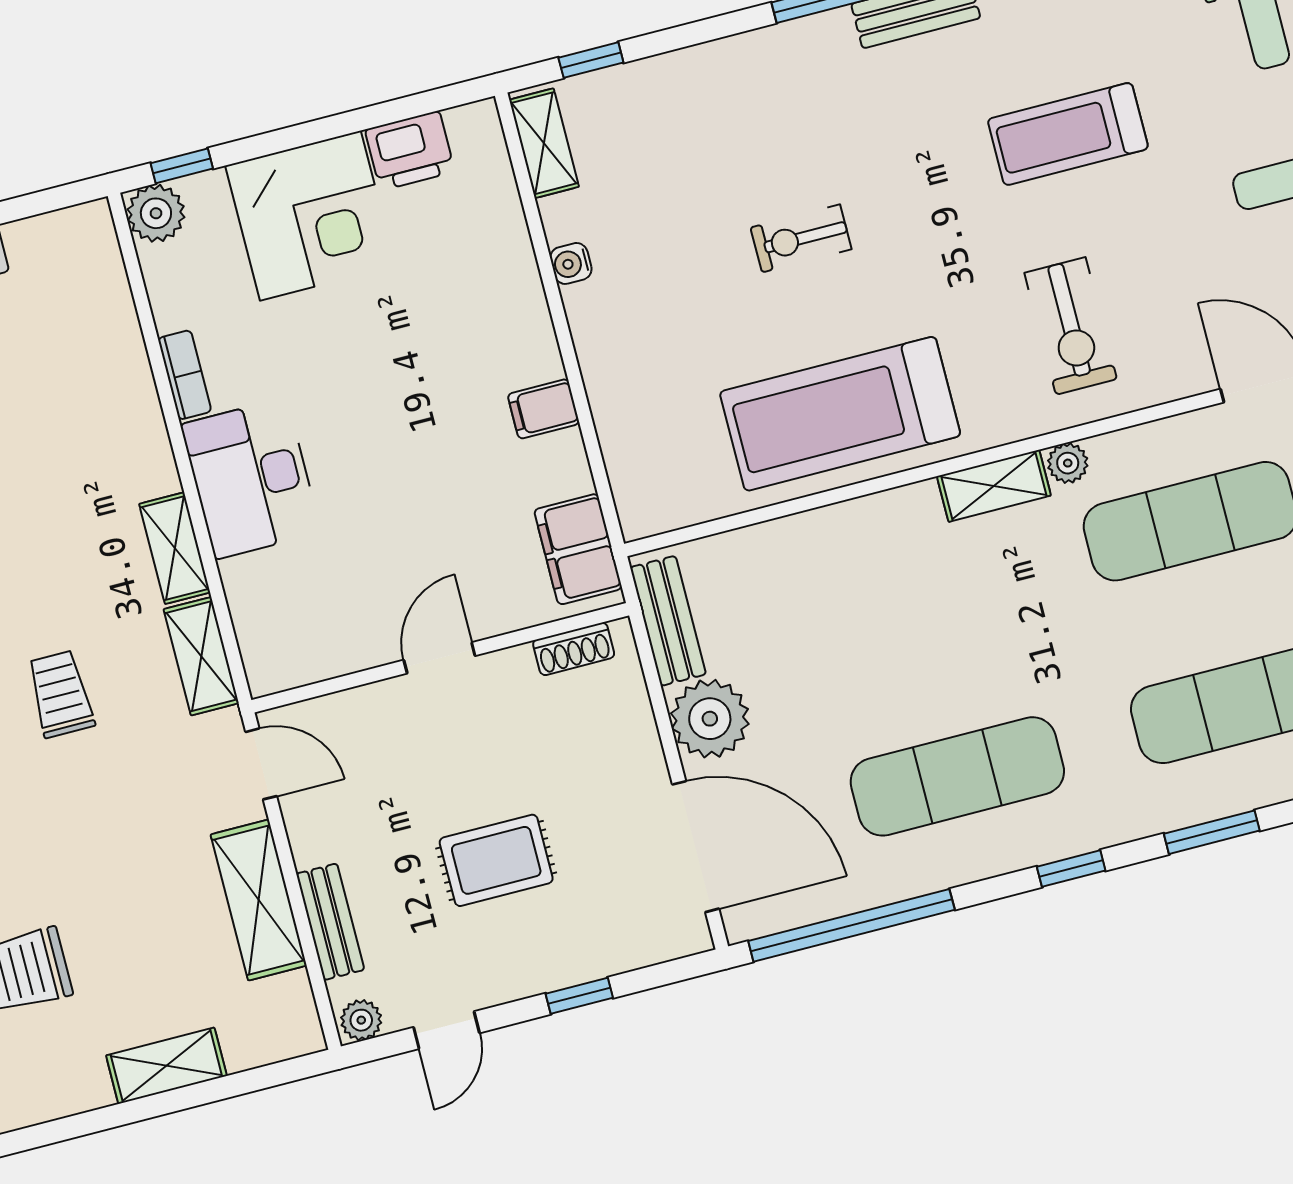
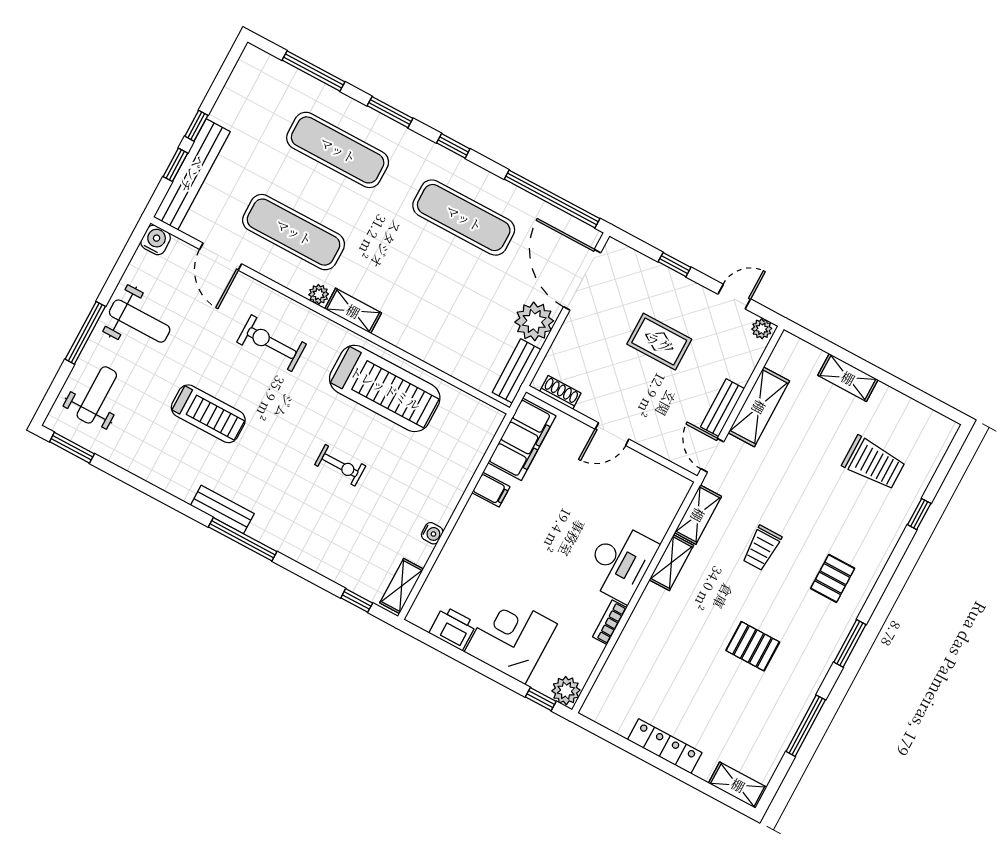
exercise bike: (1071, 326) -> (272, 343), turned -90
filing cabinet: (578, 549) -> (522, 439), width x1.50, depth x1.17
bench: (330, 922) -> (722, 408), moved

